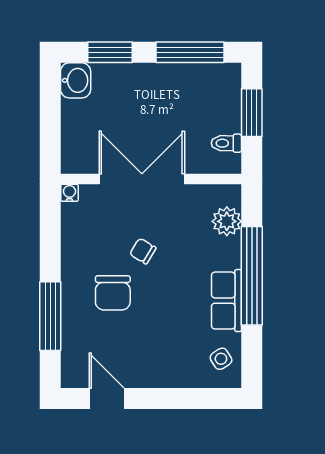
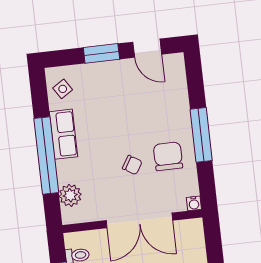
chair: (113, 293) -> (168, 156), moved
window: (50, 316) -> (201, 135), moved
window: (166, 399) -> (101, 53), added

